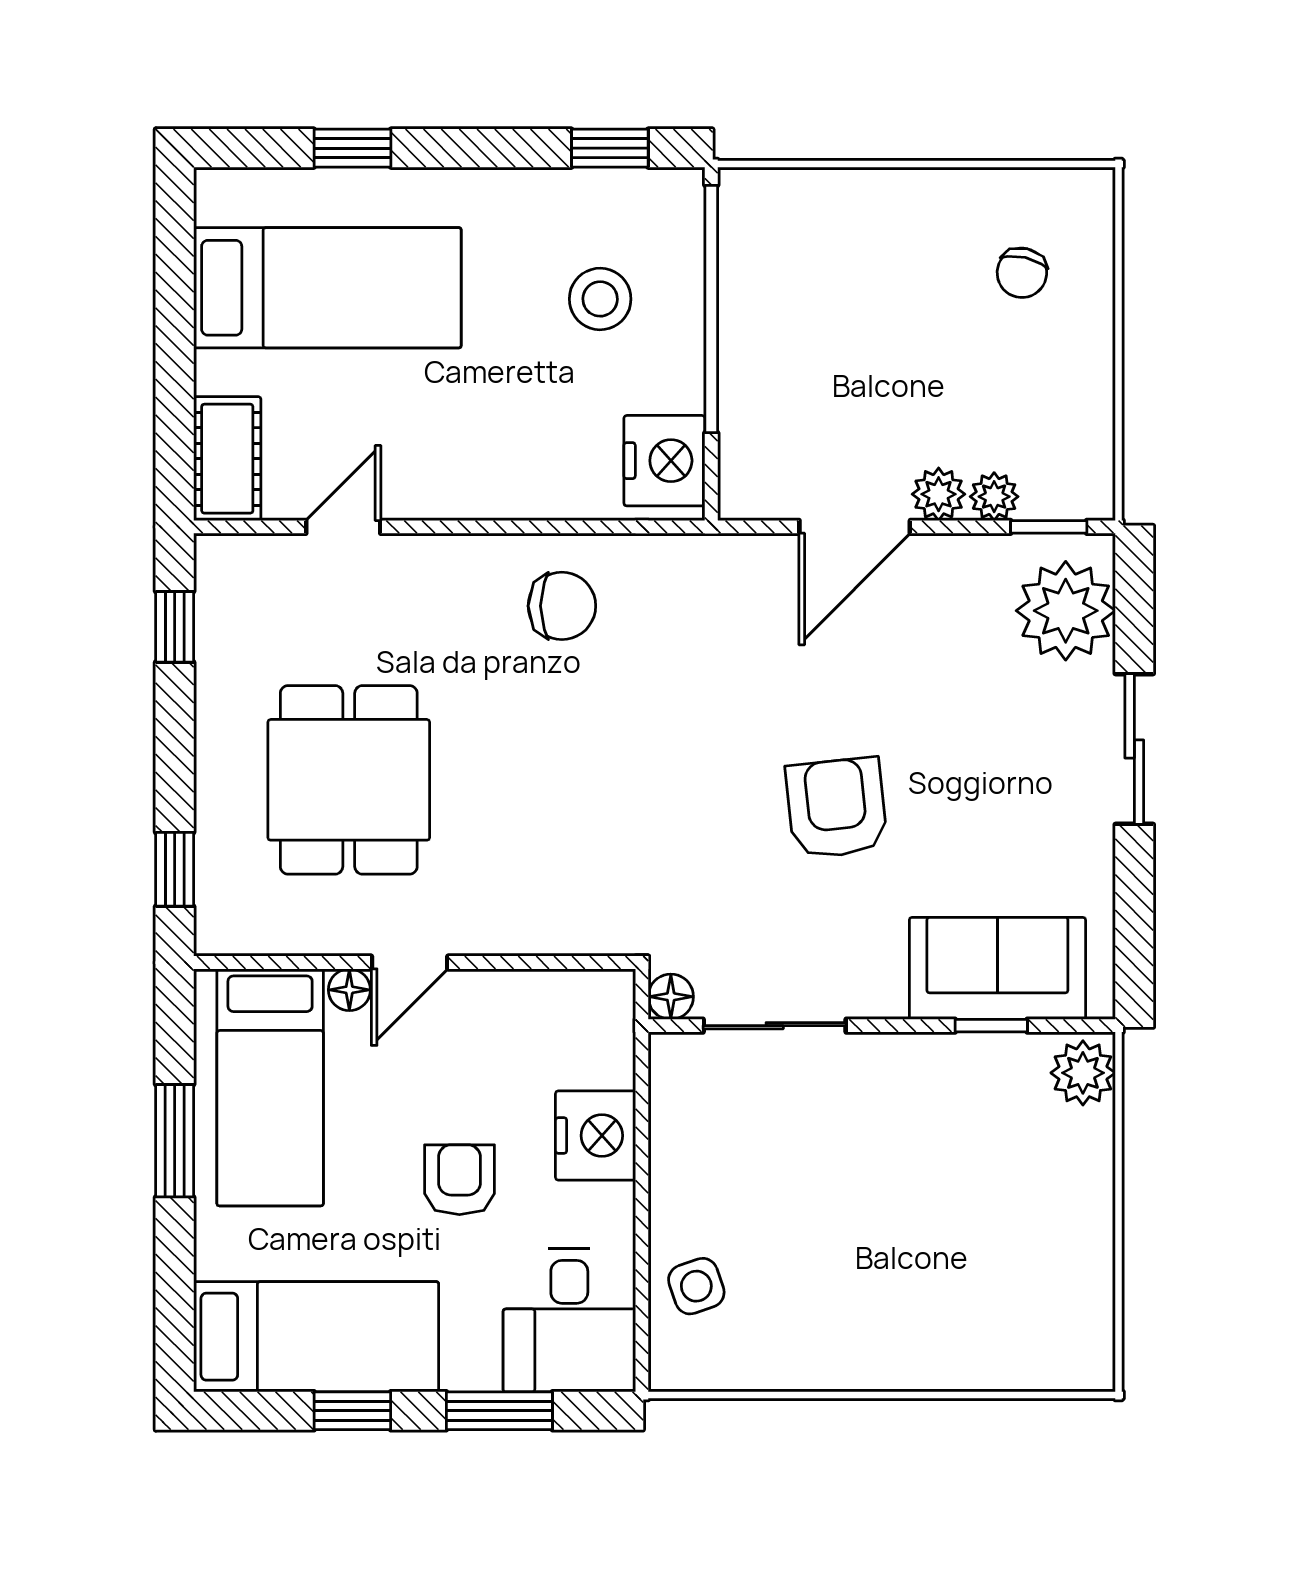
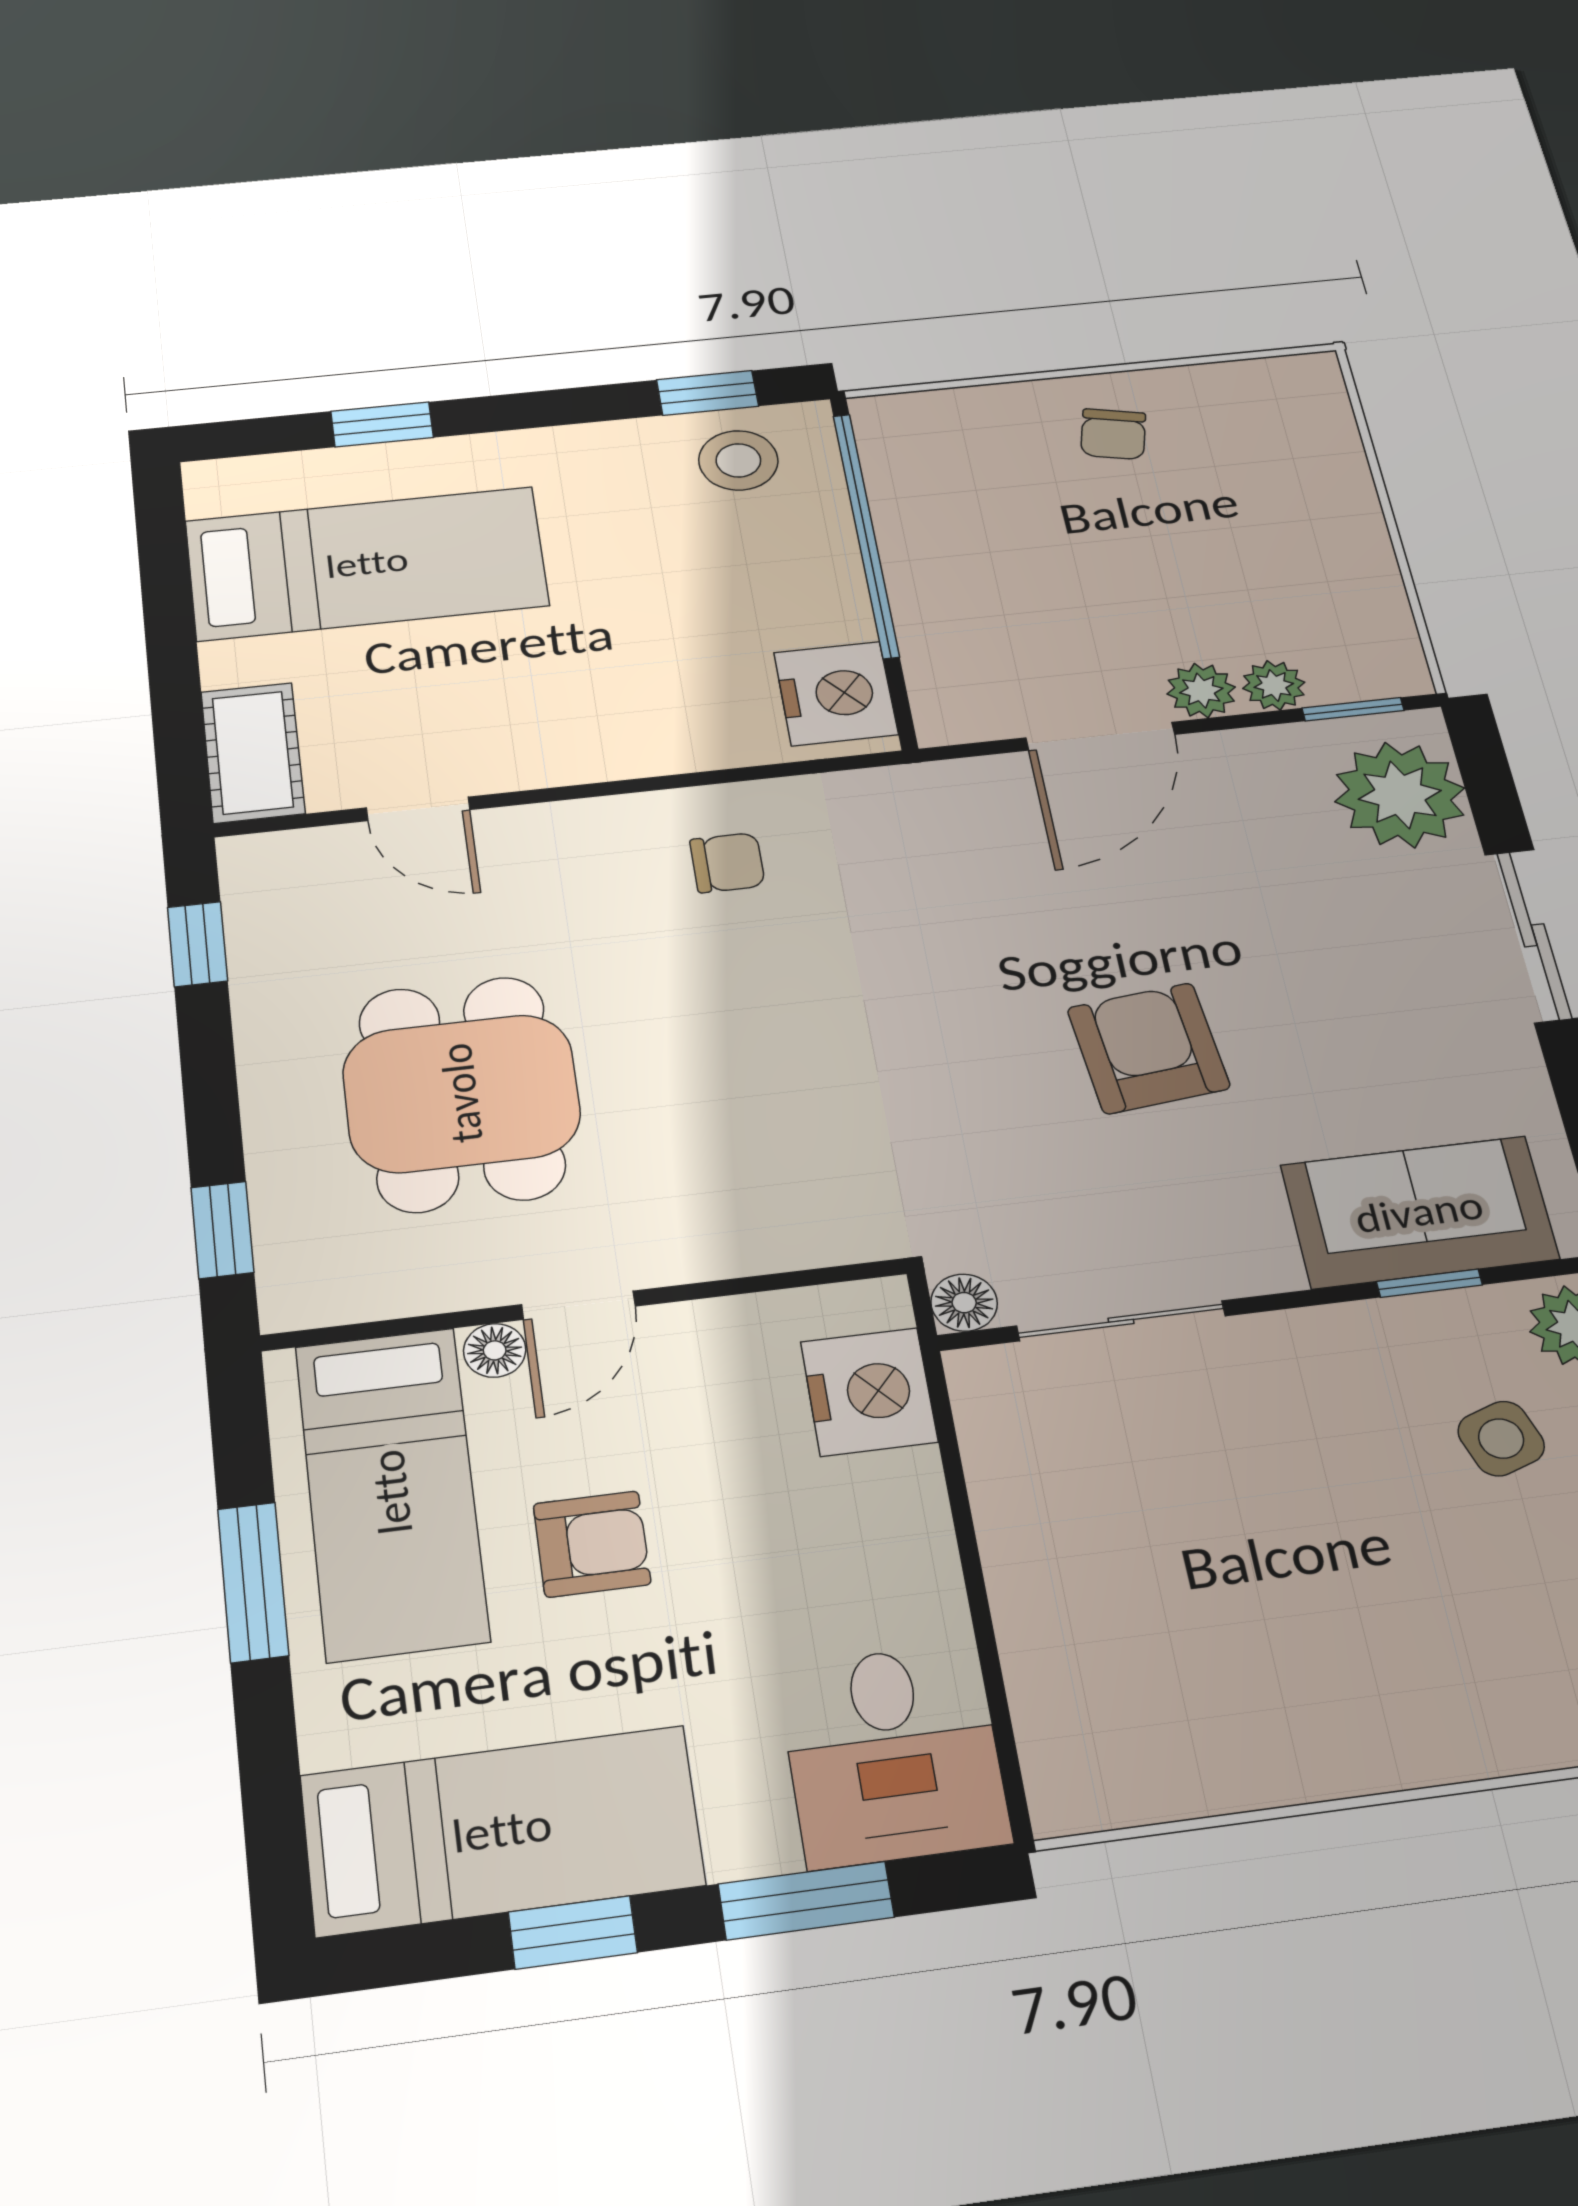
chair: (1022, 273) -> (1113, 434), moved
stool: (600, 299) -> (738, 460), moved
door: (343, 527) -> (418, 809), swing flipped
chair: (562, 606) -> (727, 863), width x0.73, depth x0.73
nightstand: (596, 1136) -> (869, 1392), moved
armchair: (459, 1180) -> (592, 1544), moved, turned 90
side table: (696, 1286) -> (1501, 1439), moved

